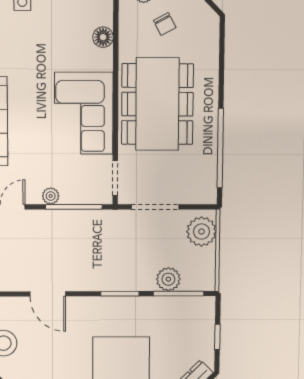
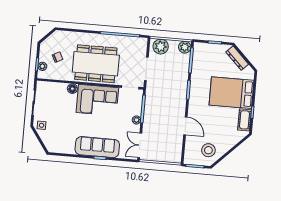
floor lamp: (103, 37) -> (72, 89), moved
plant: (168, 279) -> (185, 47), moved
door: (48, 294) -> (185, 126), hinge flipped

